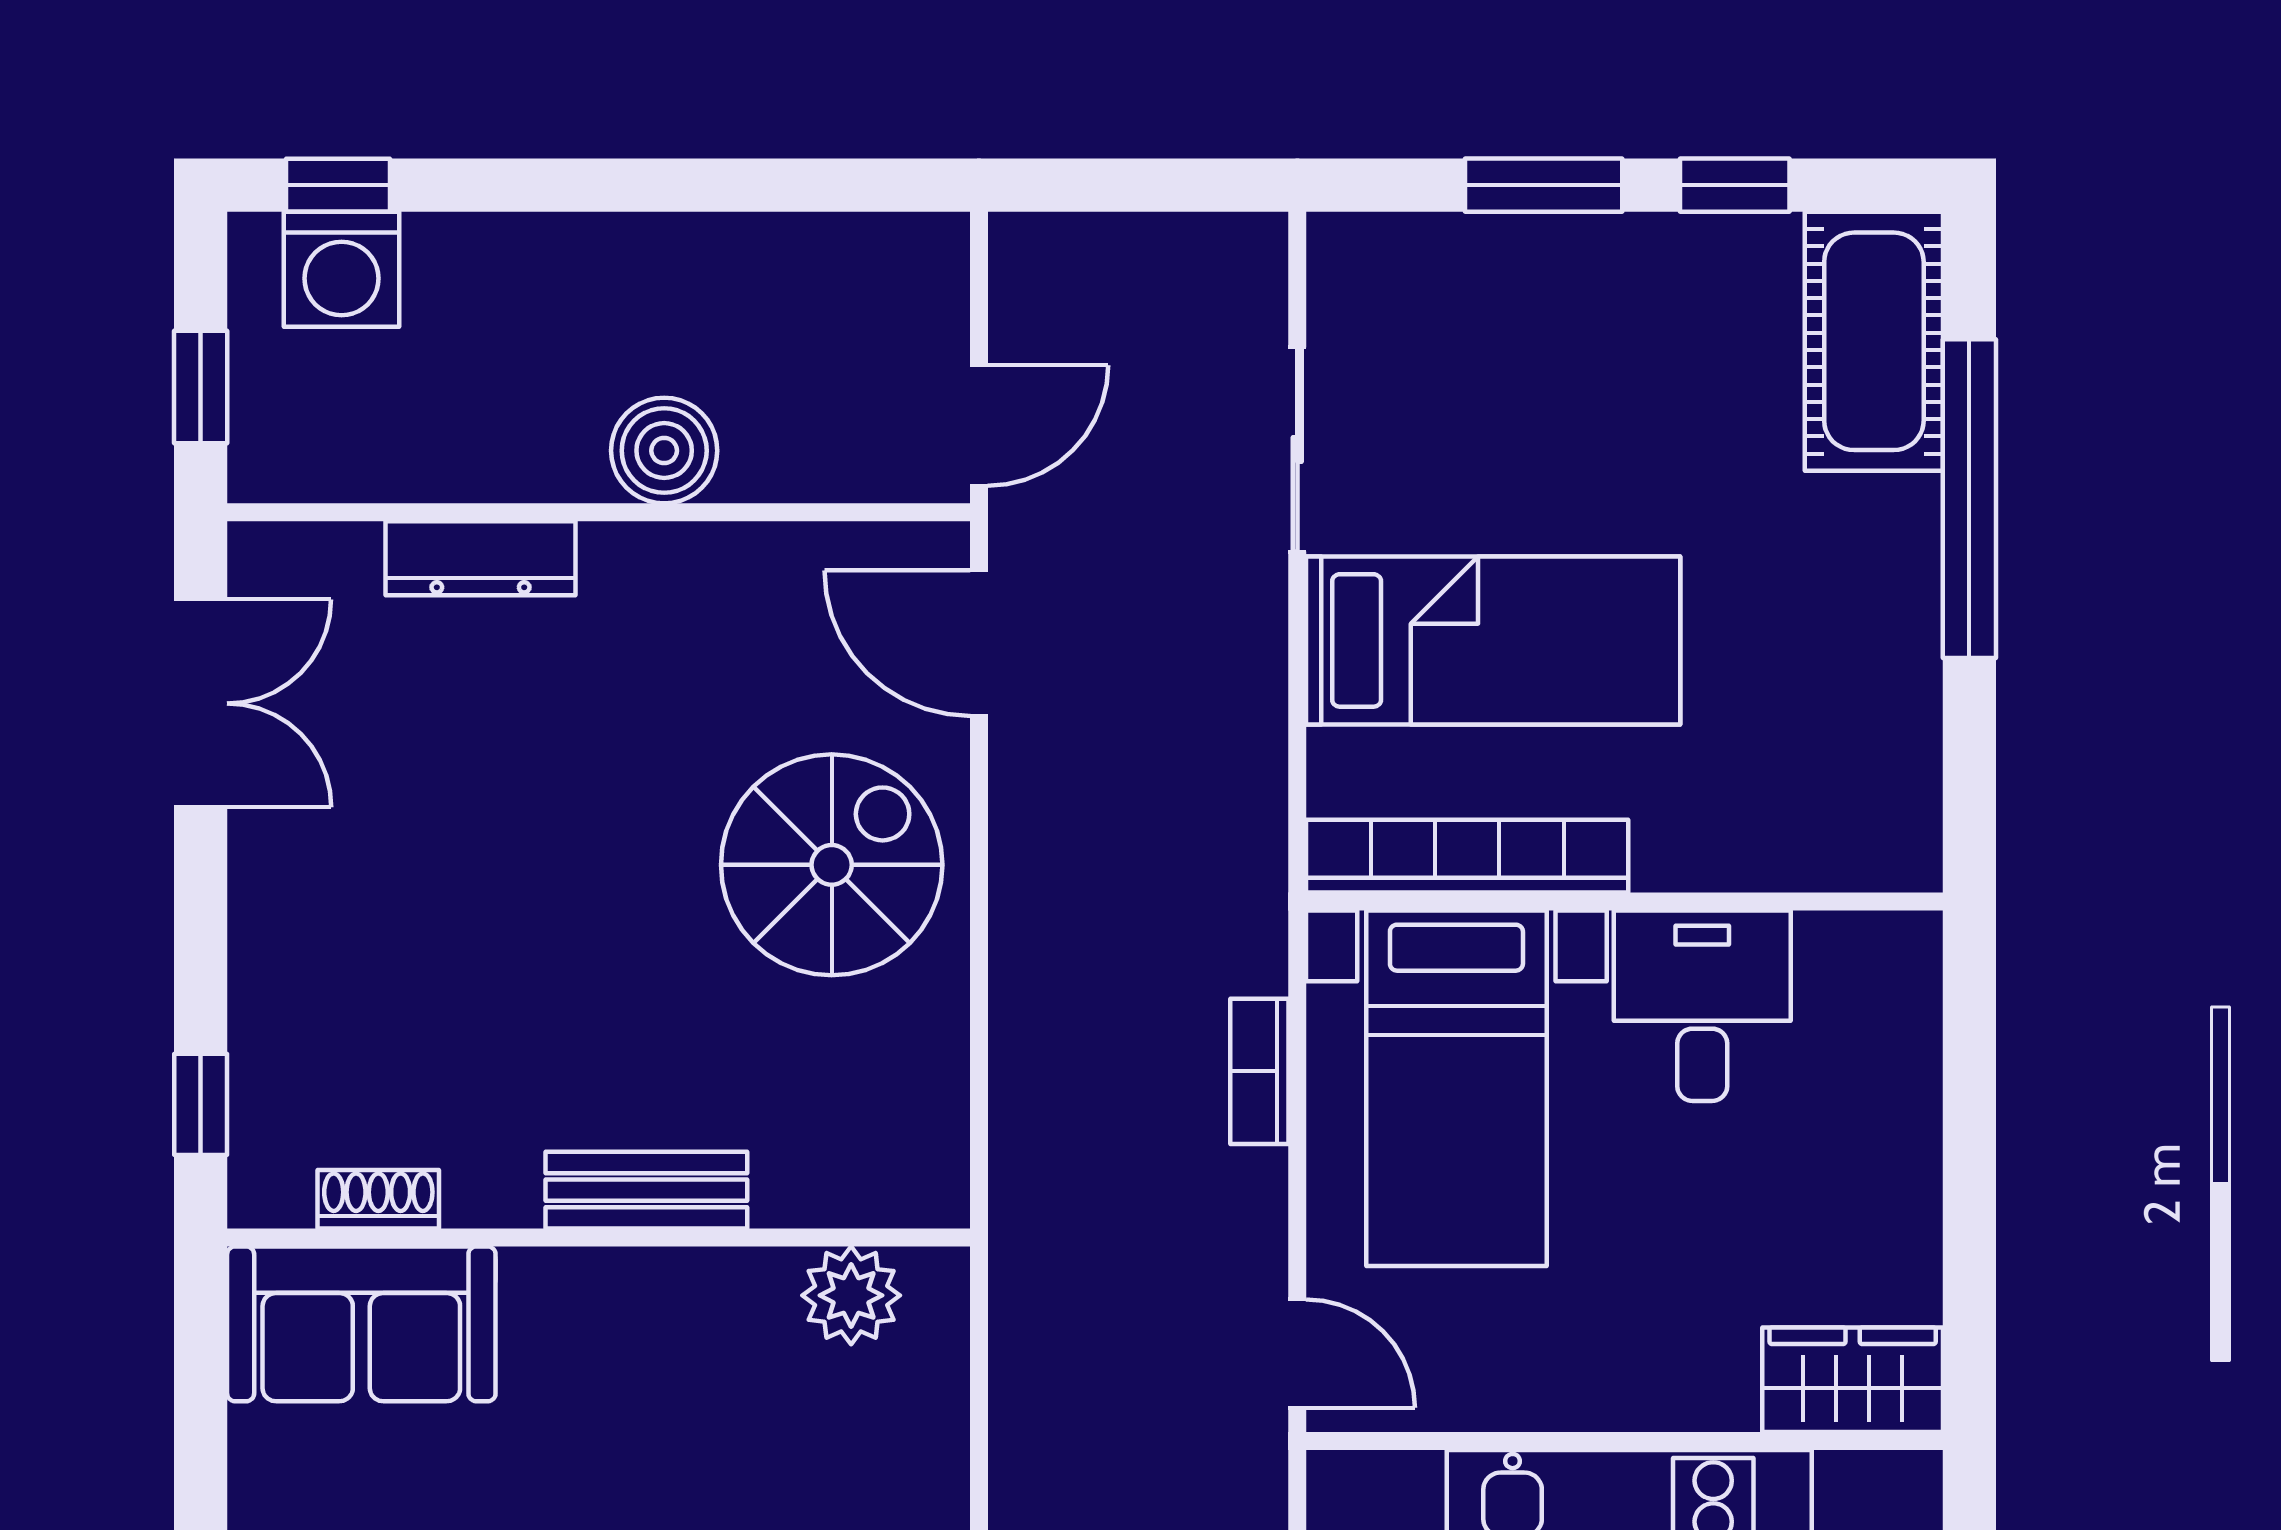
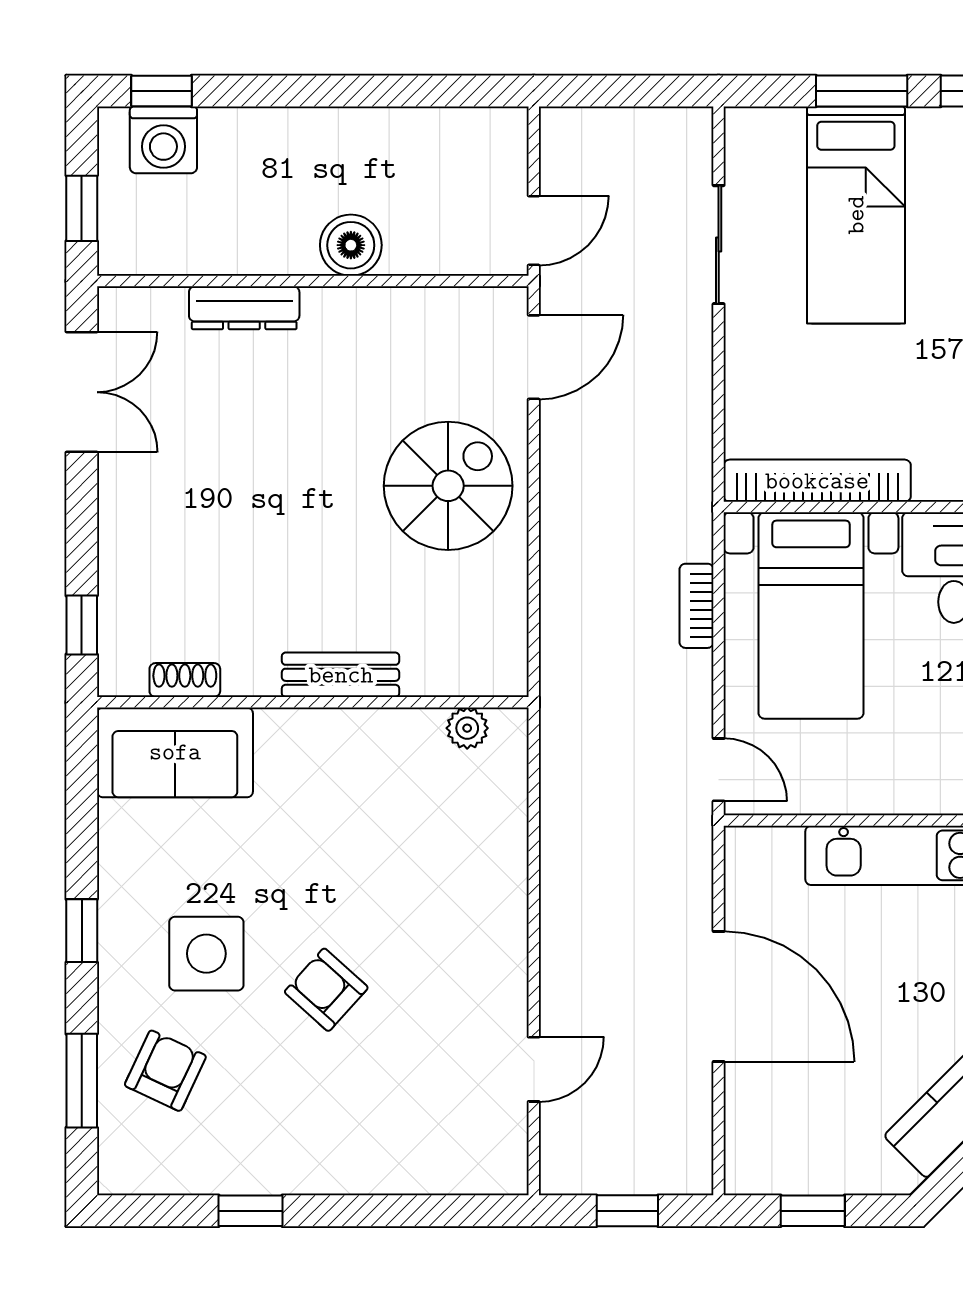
bed: (1493, 640) -> (856, 215), moved, turned 90
door: (979, 643) -> (534, 357), swing flipped
plant: (851, 1295) -> (467, 728), width x0.73, depth x0.73

